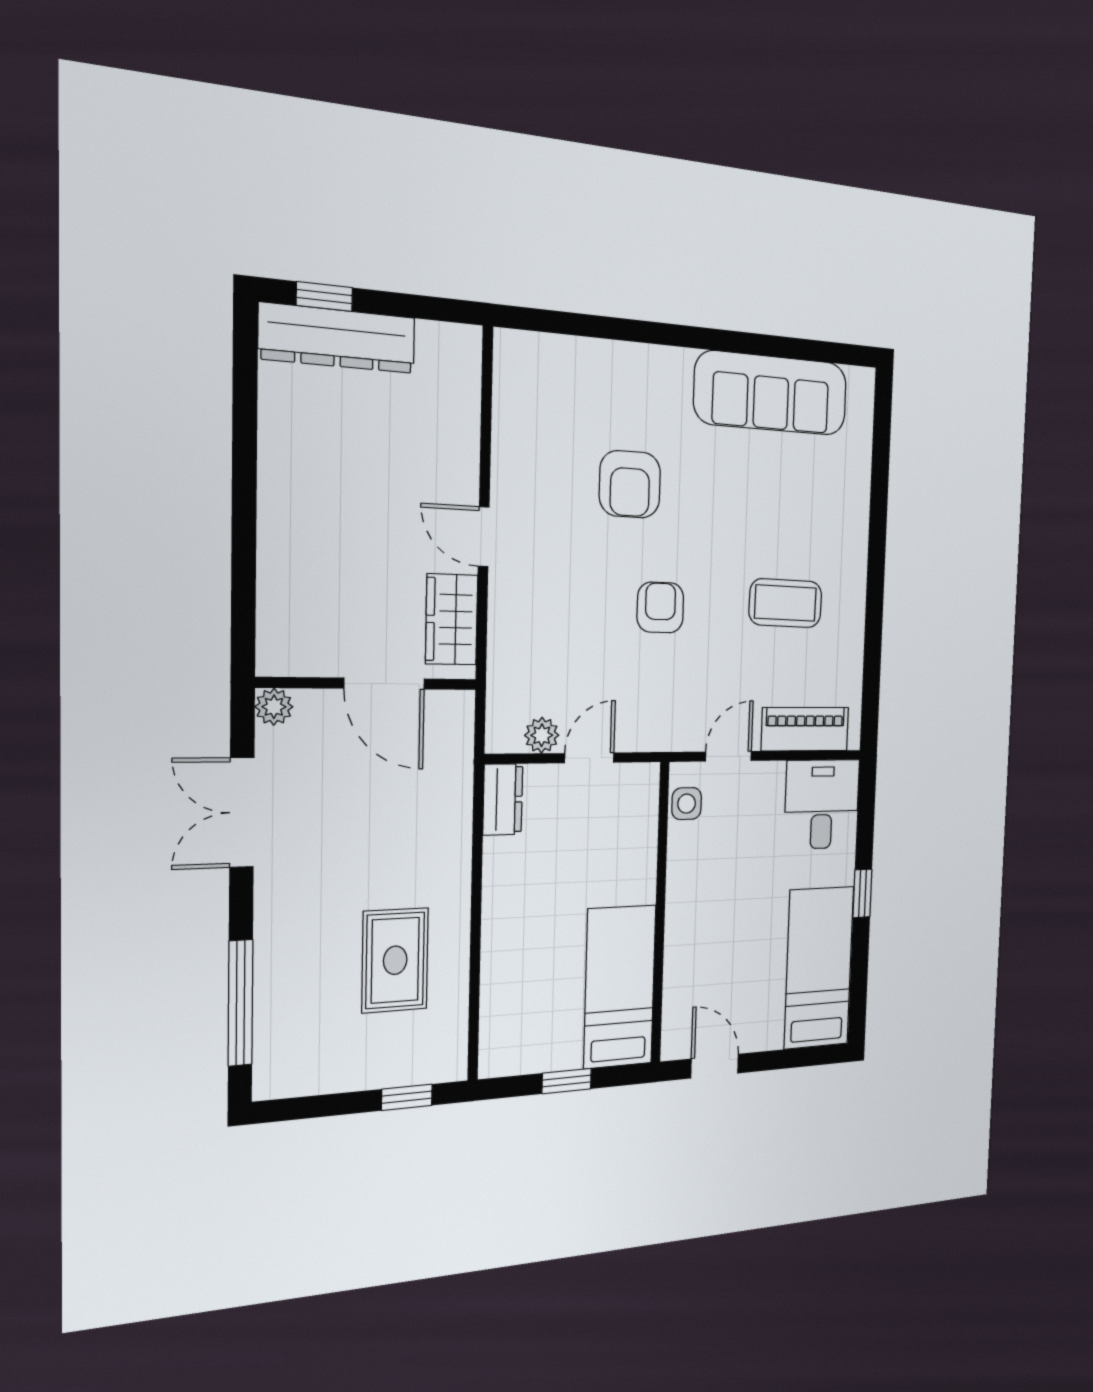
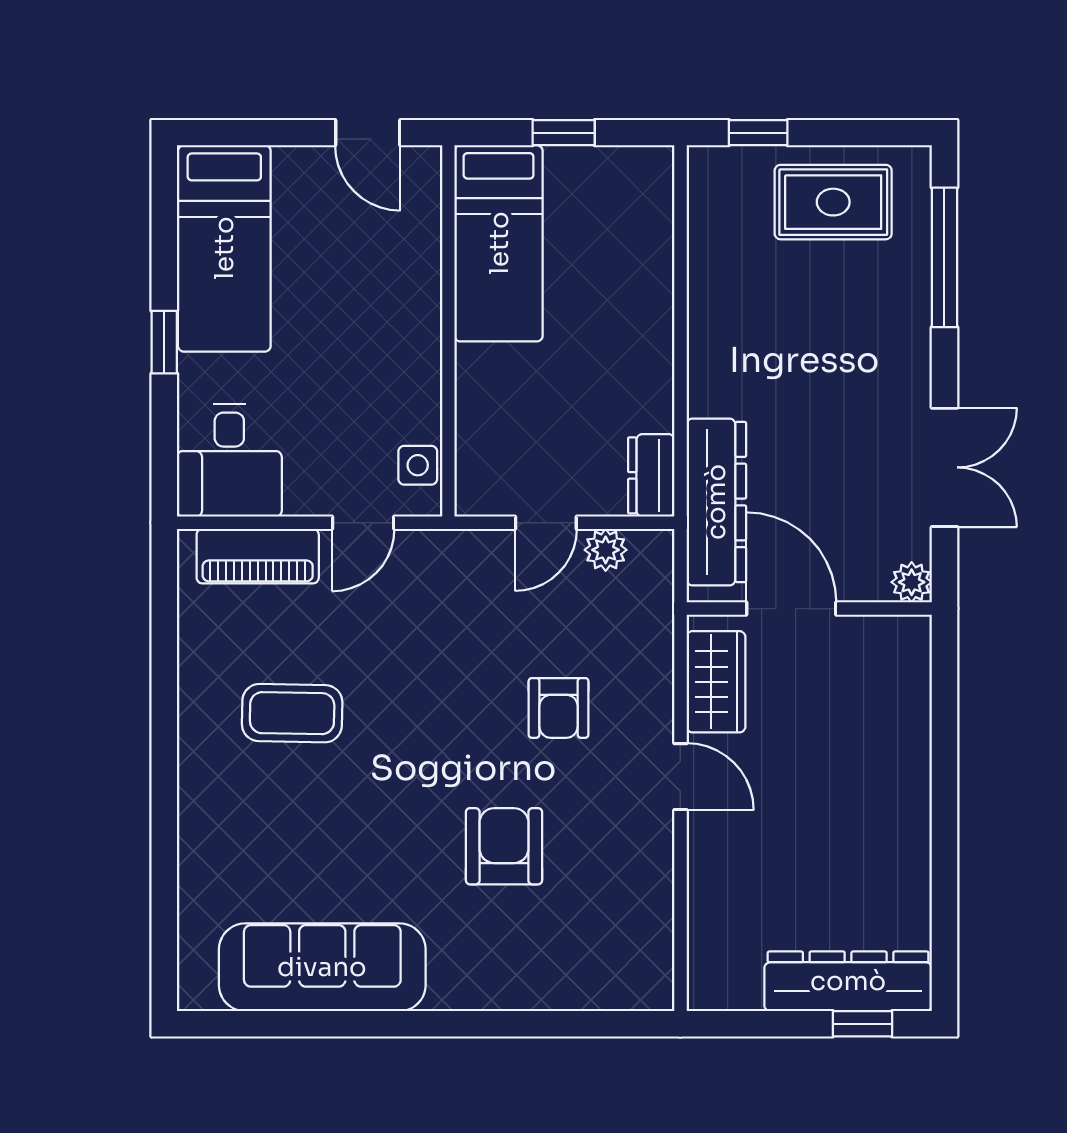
armchair: (660, 607) -> (559, 708), moved
dresser: (448, 777) -> (716, 502), added
rug: (395, 960) -> (833, 202), moved, turned 90

